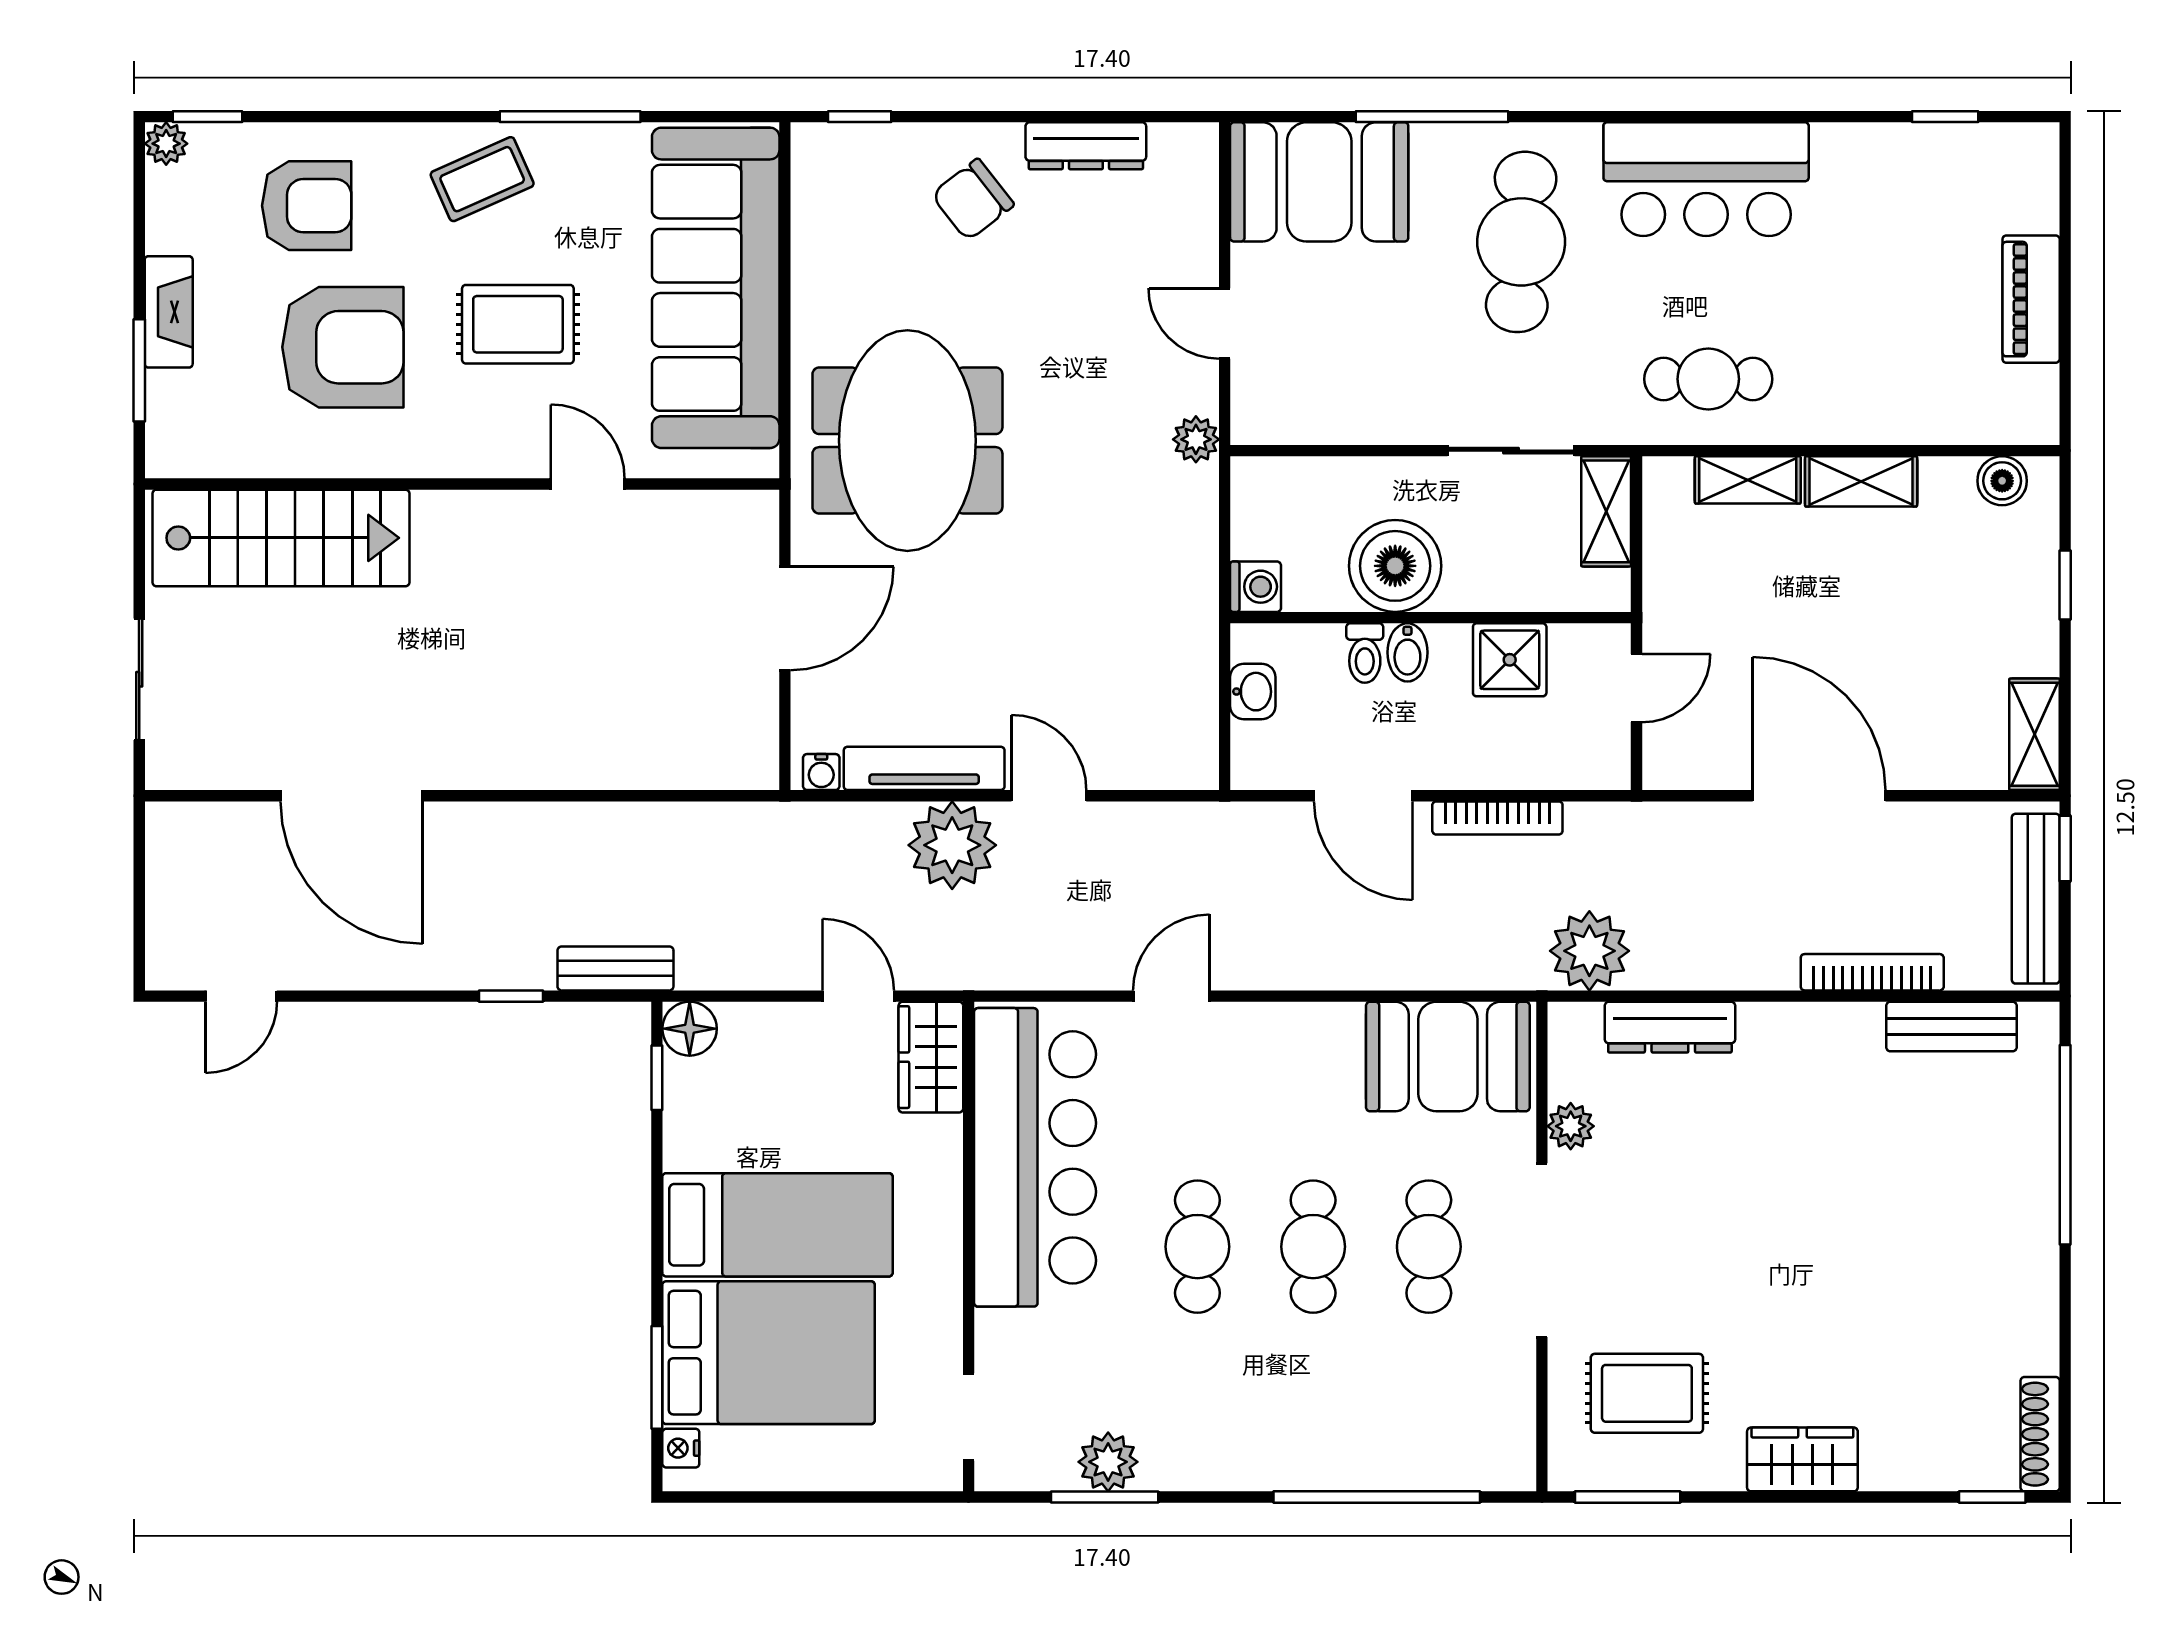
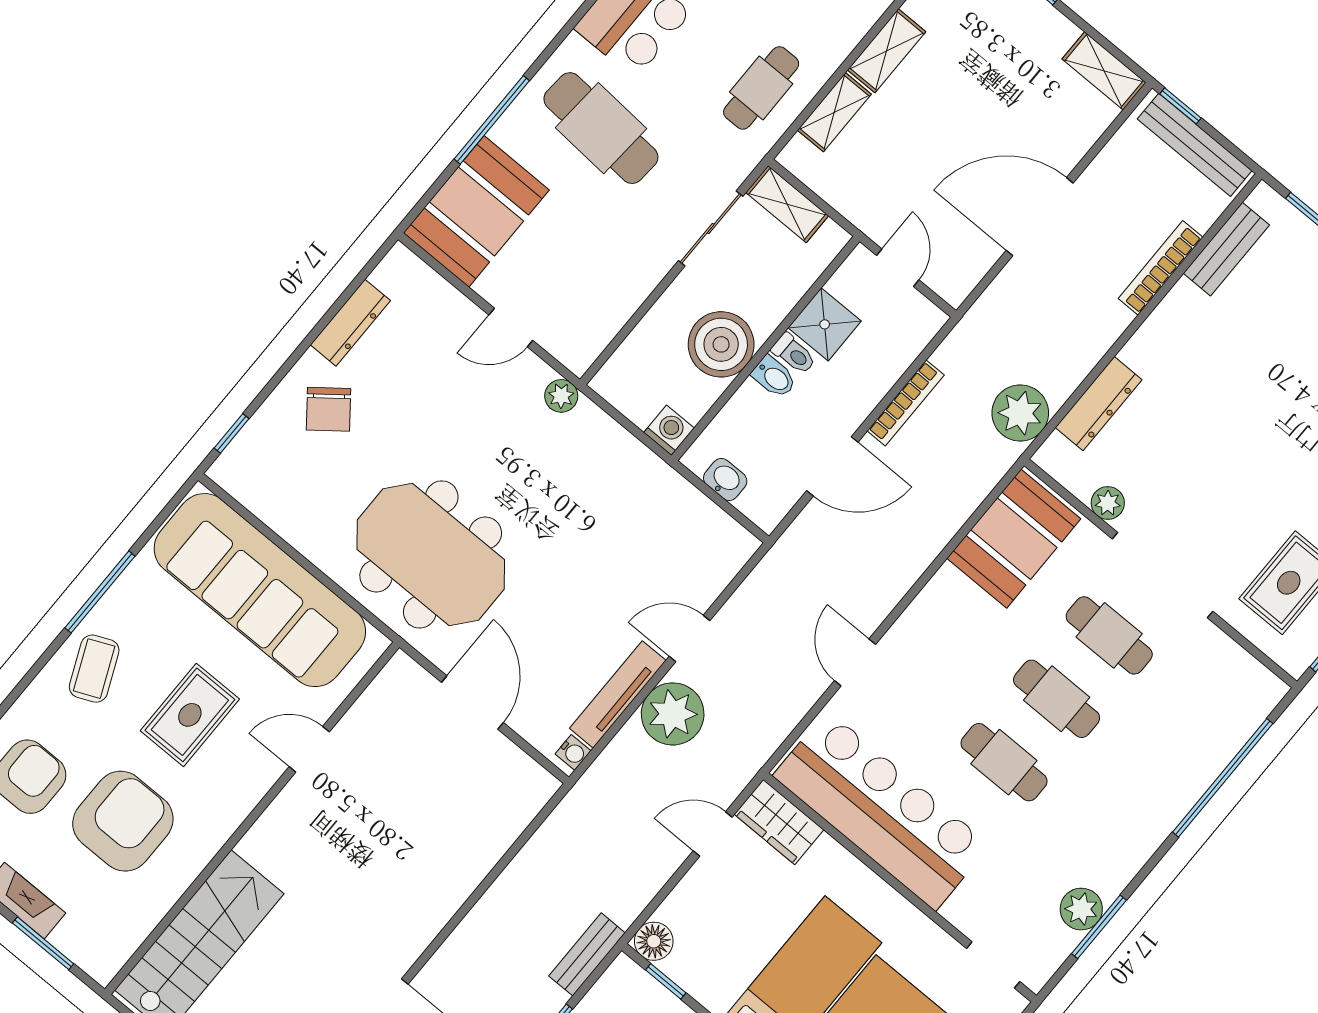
toilet: (1365, 653) -> (794, 354), moved

